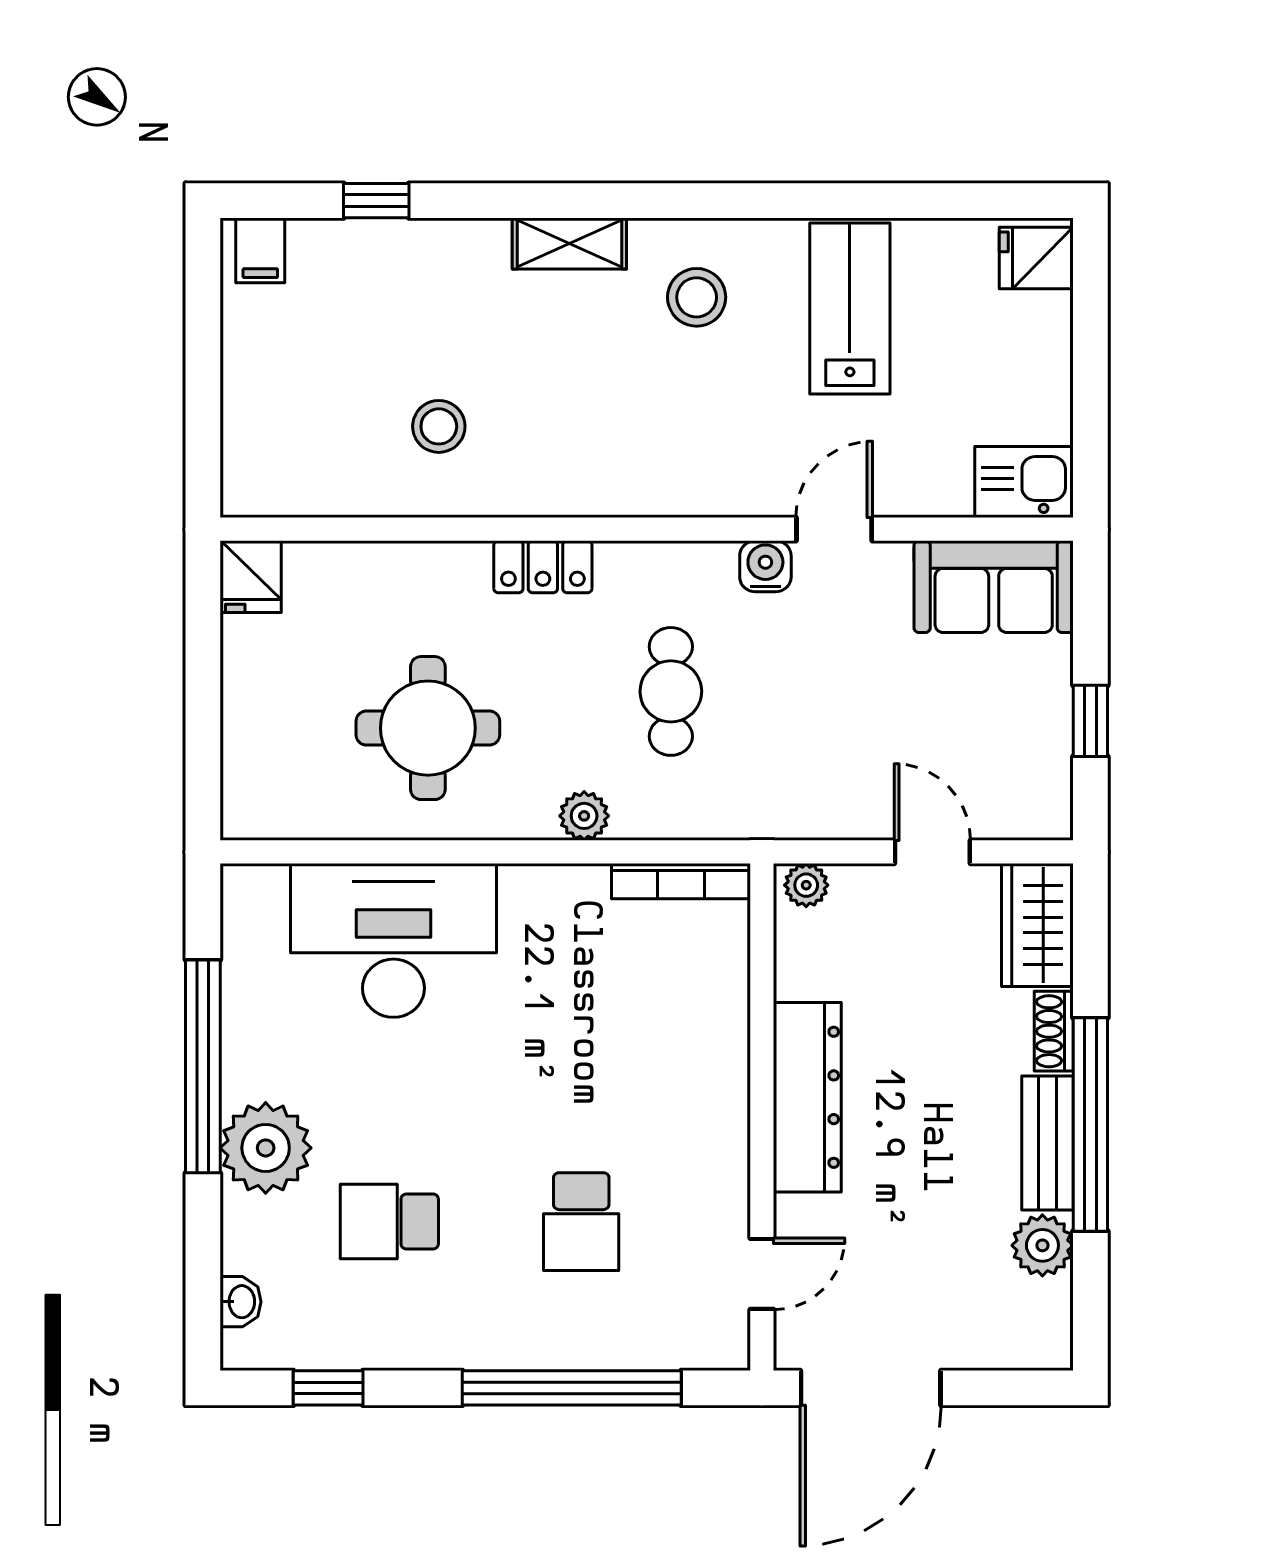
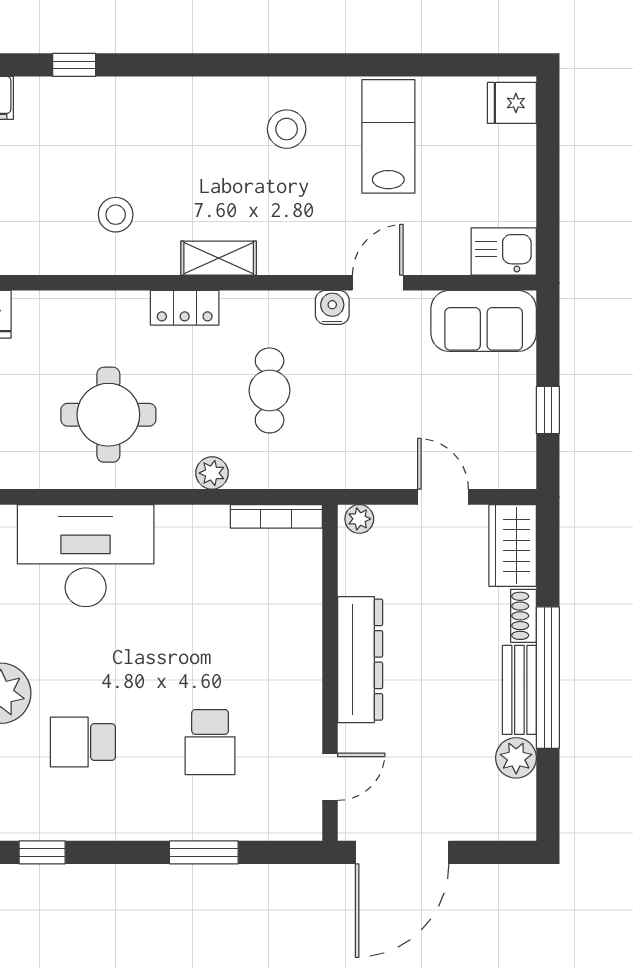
shelving: (569, 244) -> (219, 258), moved
window: (572, 1388) -> (204, 852), width x0.47

